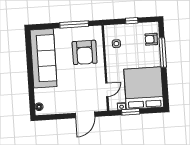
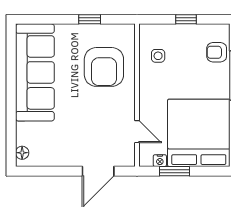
window: (74, 24) -> (90, 19), width x0.46
door: (107, 90) -> (137, 132), hinge flipped

